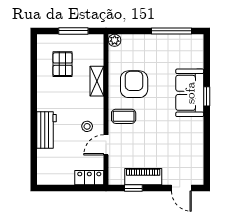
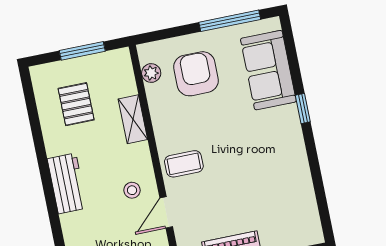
plant: (115, 40) -> (151, 73), moved
armchair: (134, 84) -> (196, 74), moved
sofa: (190, 93) -> (268, 70), moved
workbench: (47, 130) -> (67, 183), moved

